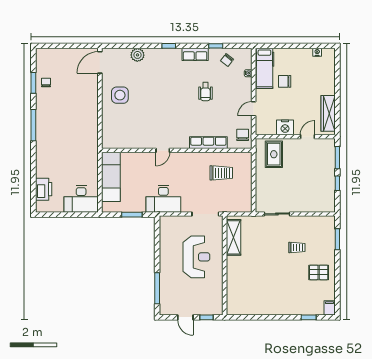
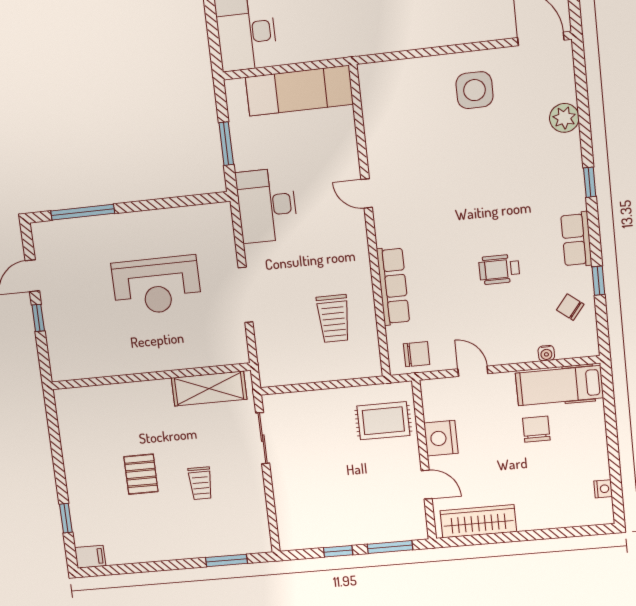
shelving: (234, 237) -> (209, 389), moved
wall: (225, 265) -> (151, 376), moved
pallet: (319, 272) -> (141, 474), moved

